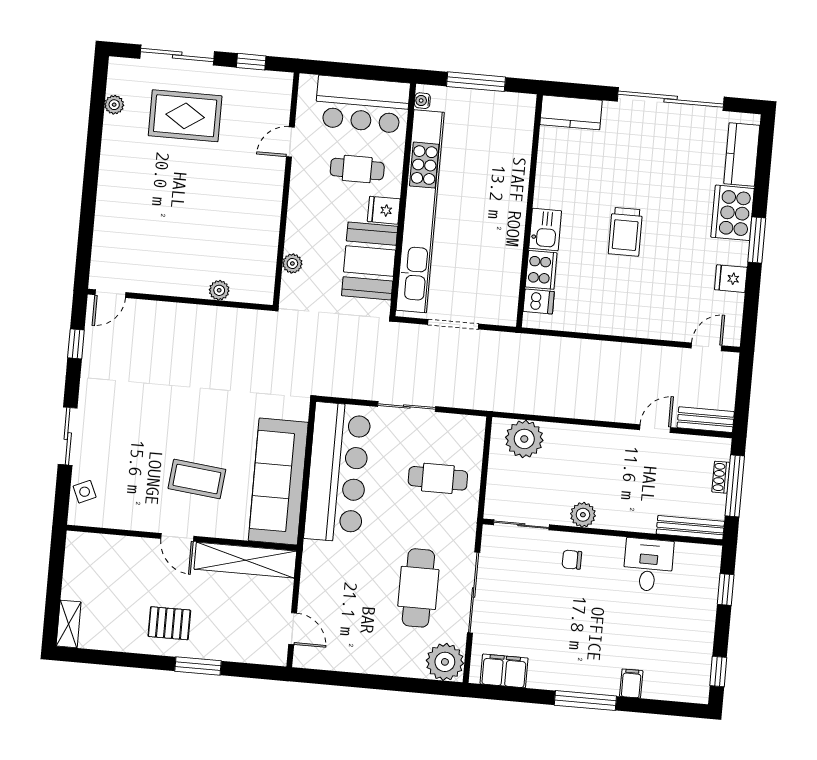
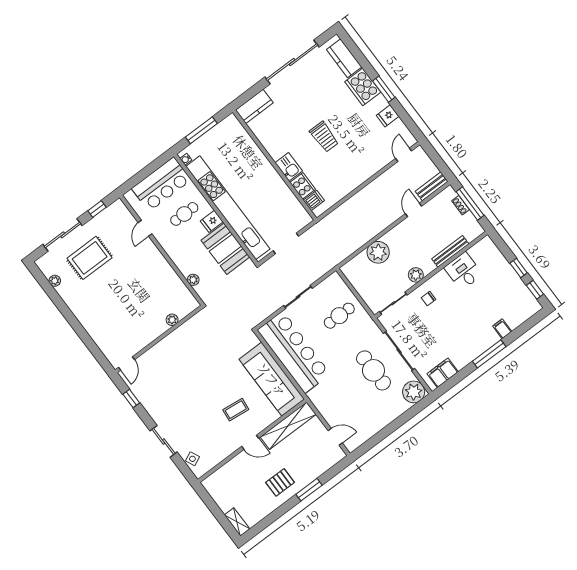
plant: (524, 439) -> (378, 252), moved
coffee table: (197, 479) -> (236, 410), width x0.73, depth x0.77
bench: (690, 528) -> (450, 251), moved
window: (726, 590) -> (519, 268), moved

